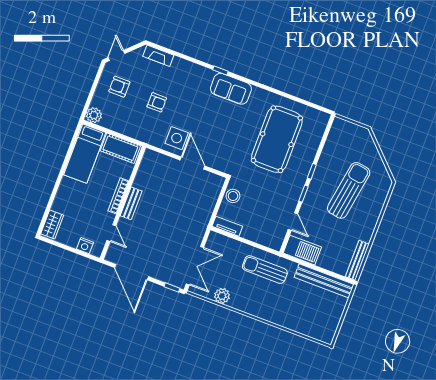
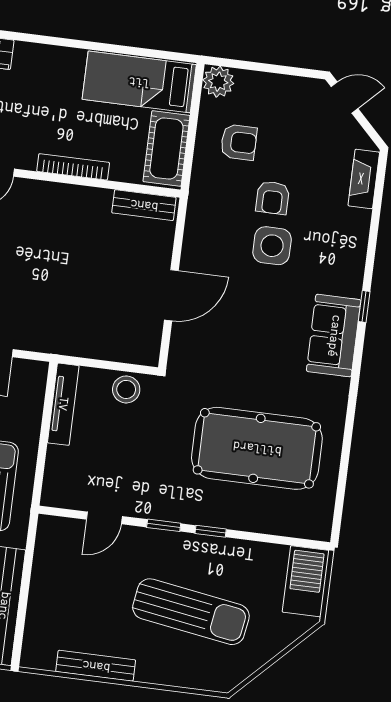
armchair: (119, 87) -> (239, 142), moved, turned 90
side table: (177, 138) -> (272, 246), moved
bench: (131, 203) -> (144, 205), moved
tv unit: (227, 226) -> (63, 404), width x1.41
barbecue: (302, 250) -> (306, 581), moved, turned 180
bench: (357, 260) -> (96, 666), moved

